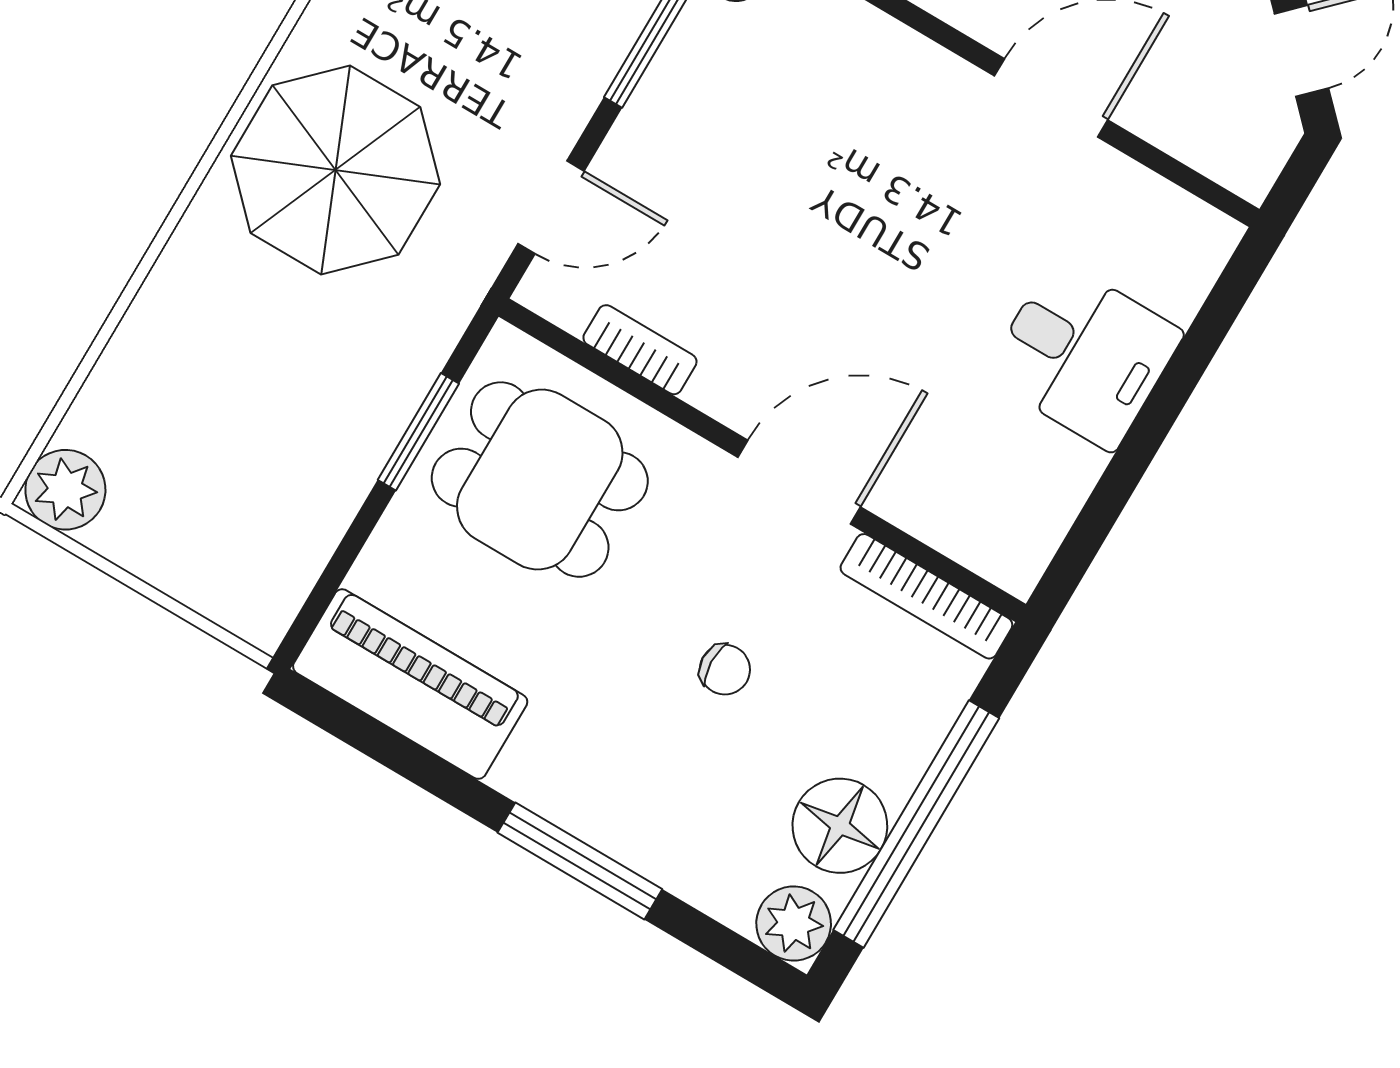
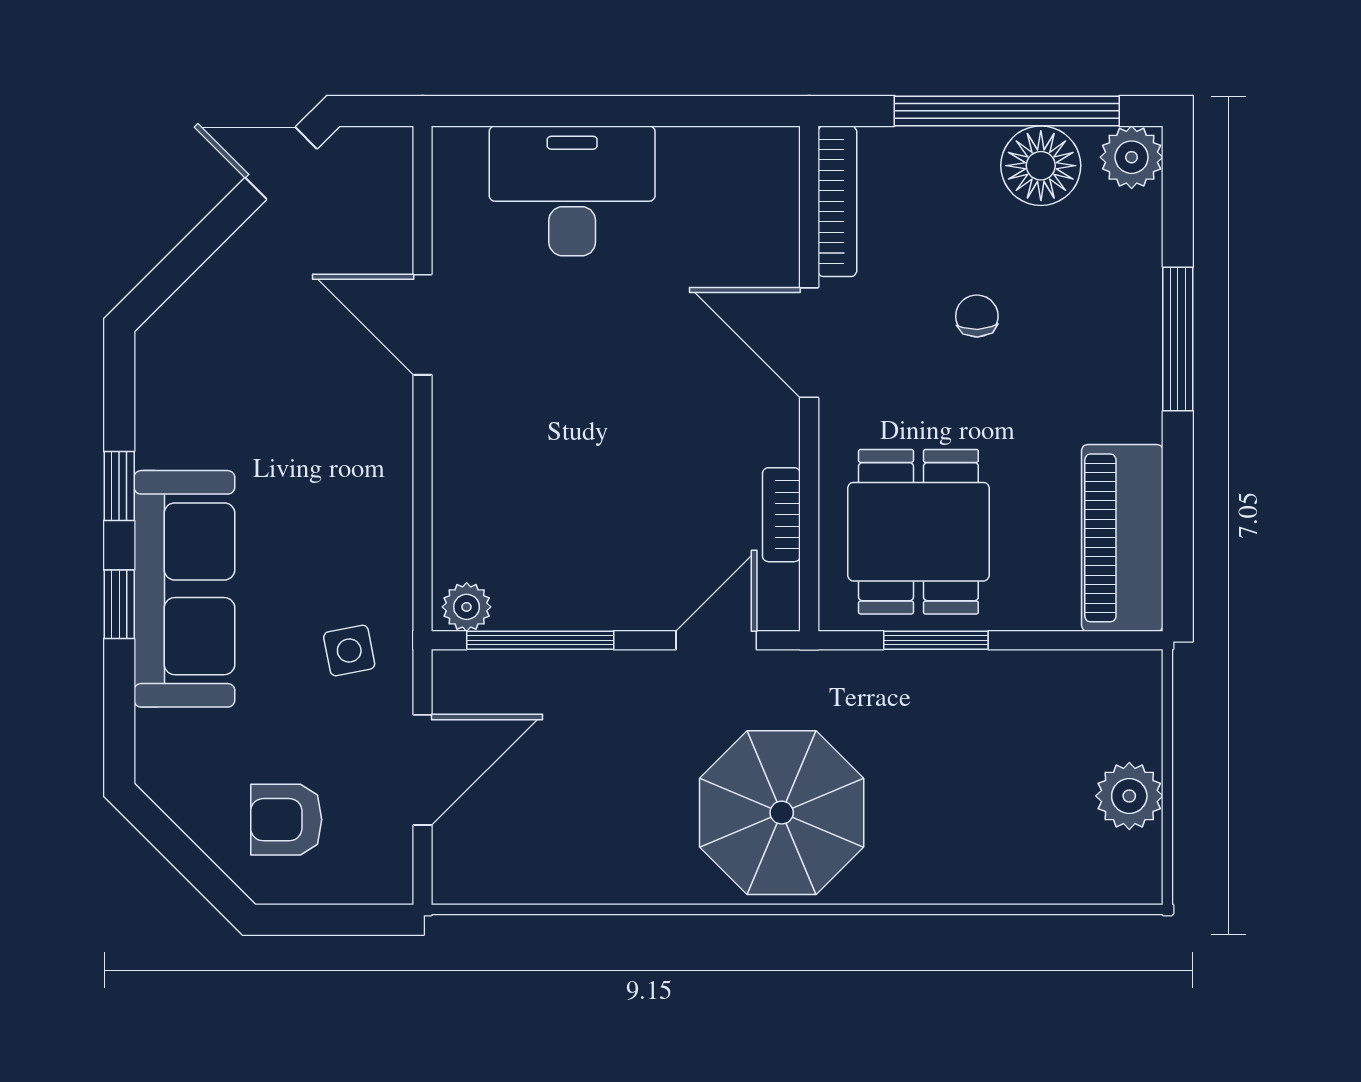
door: (551, 207) -> (716, 640), hinge flipped
desk: (1084, 355) -> (572, 191), width x1.37
plant: (65, 490) -> (1129, 796), moved

